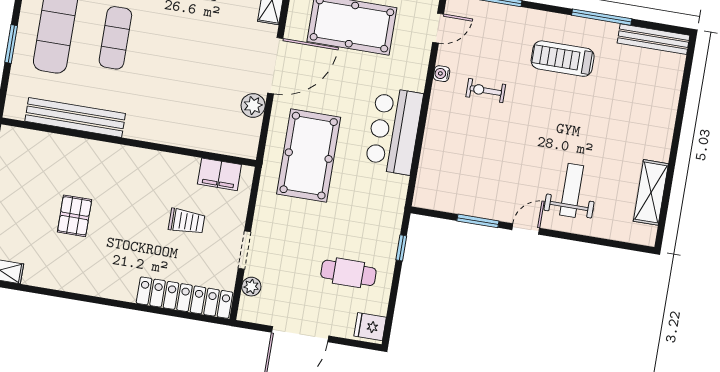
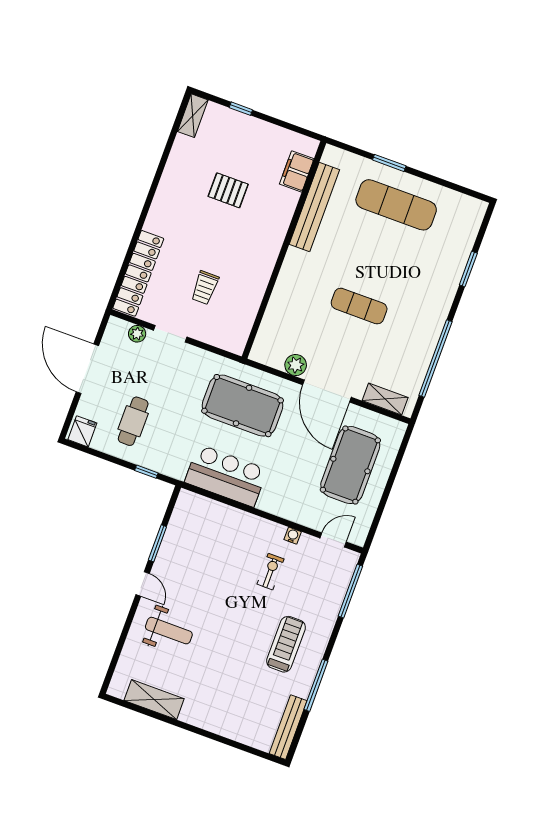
door: (438, 28) -> (333, 540), swing flipped
exercise mat: (115, 38) -> (359, 306), moved
bar counter: (394, 131) -> (226, 476), moved
filing cabinet: (219, 174) -> (297, 171), moved

